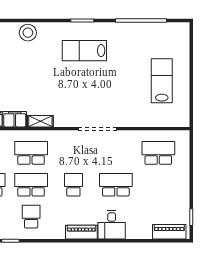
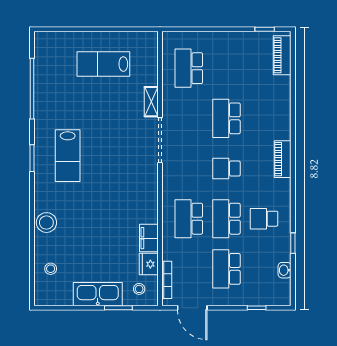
shelving: (40, 121) -> (151, 102), moved
desk: (112, 225) -> (274, 123), removed

